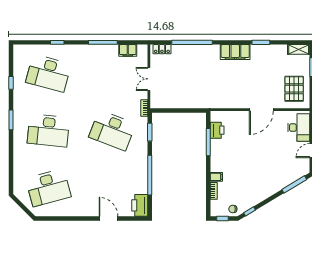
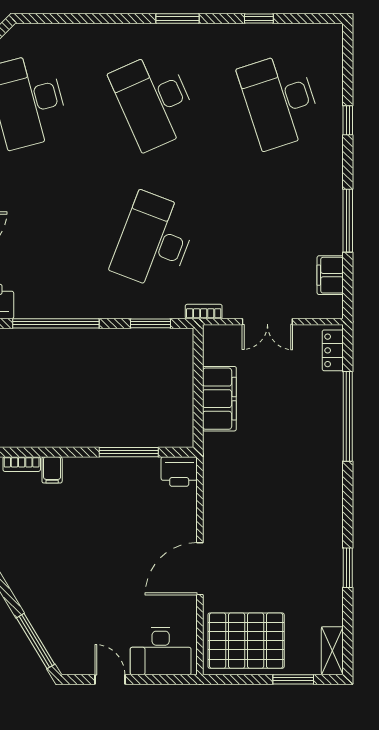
filing cabinet: (235, 52) -> (219, 399), moved, turned 180
desk: (48, 73) -> (280, 101), turned -33
double door: (149, 79) -> (267, 322), swing flipped
pallet: (294, 89) -> (246, 641), width x1.37, depth x1.41
door: (261, 110) -> (200, 569), hinge flipped
desk: (48, 130) -> (154, 101), turned -30
printer: (217, 130) -> (179, 472), moved

